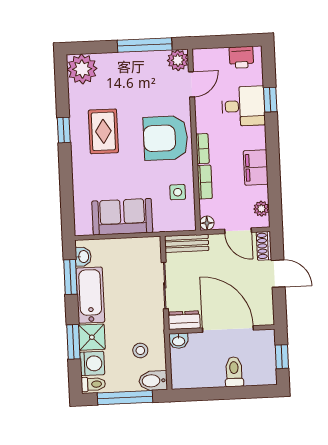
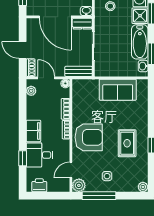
plant: (82, 69) -> (143, 187), width x0.53, depth x0.53
filing cabinet: (256, 167) -> (34, 131), moved
side table: (178, 192) -> (107, 176), moved

